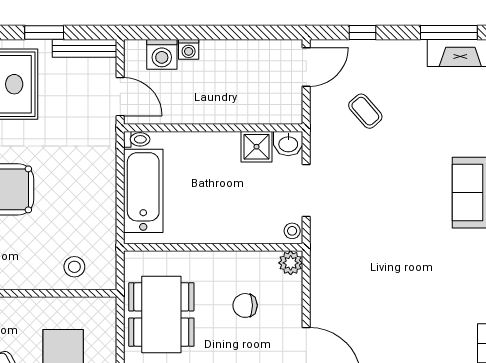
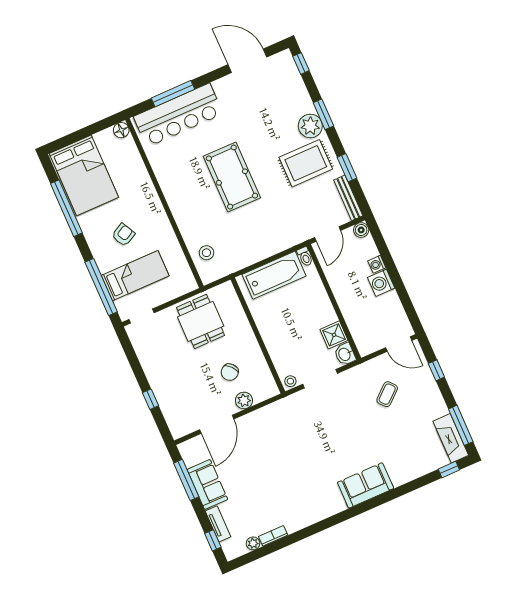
boiler: (134, 50) -> (361, 230), added
washing machine: (162, 54) -> (381, 283), moved
plant: (291, 263) -> (244, 400), moved
chair: (245, 305) -> (230, 372), turned -132
dining table: (161, 314) -> (201, 321), width x0.73

